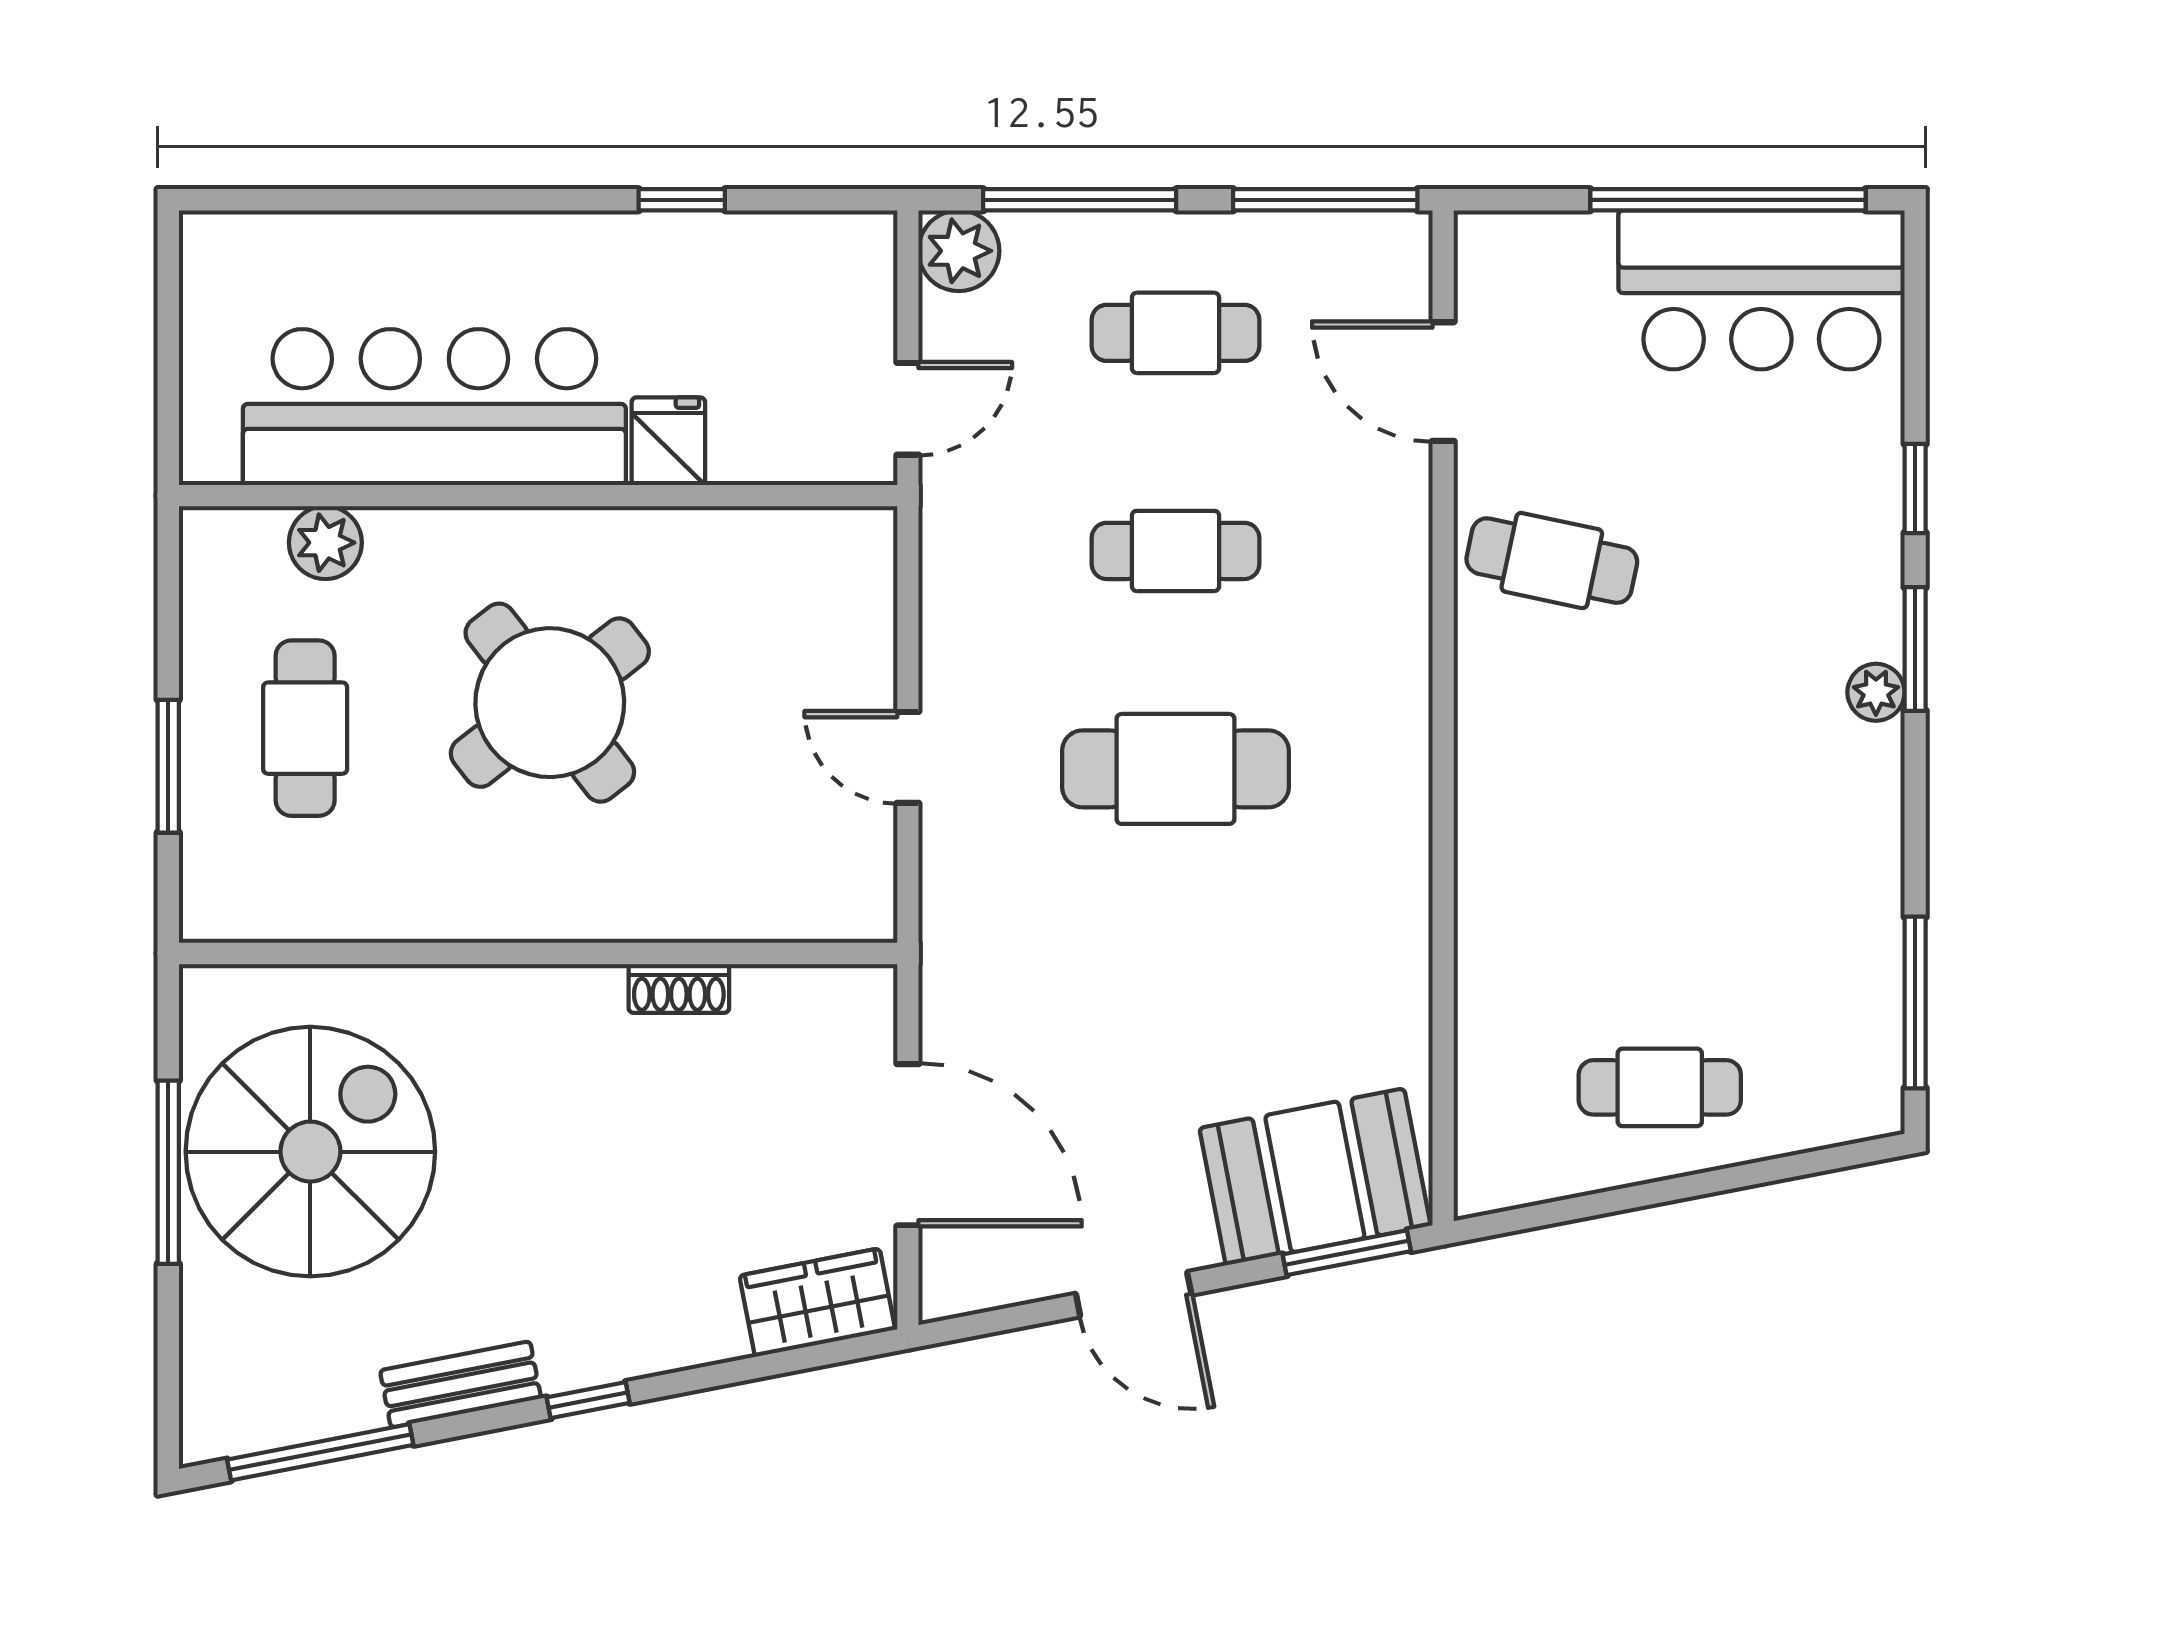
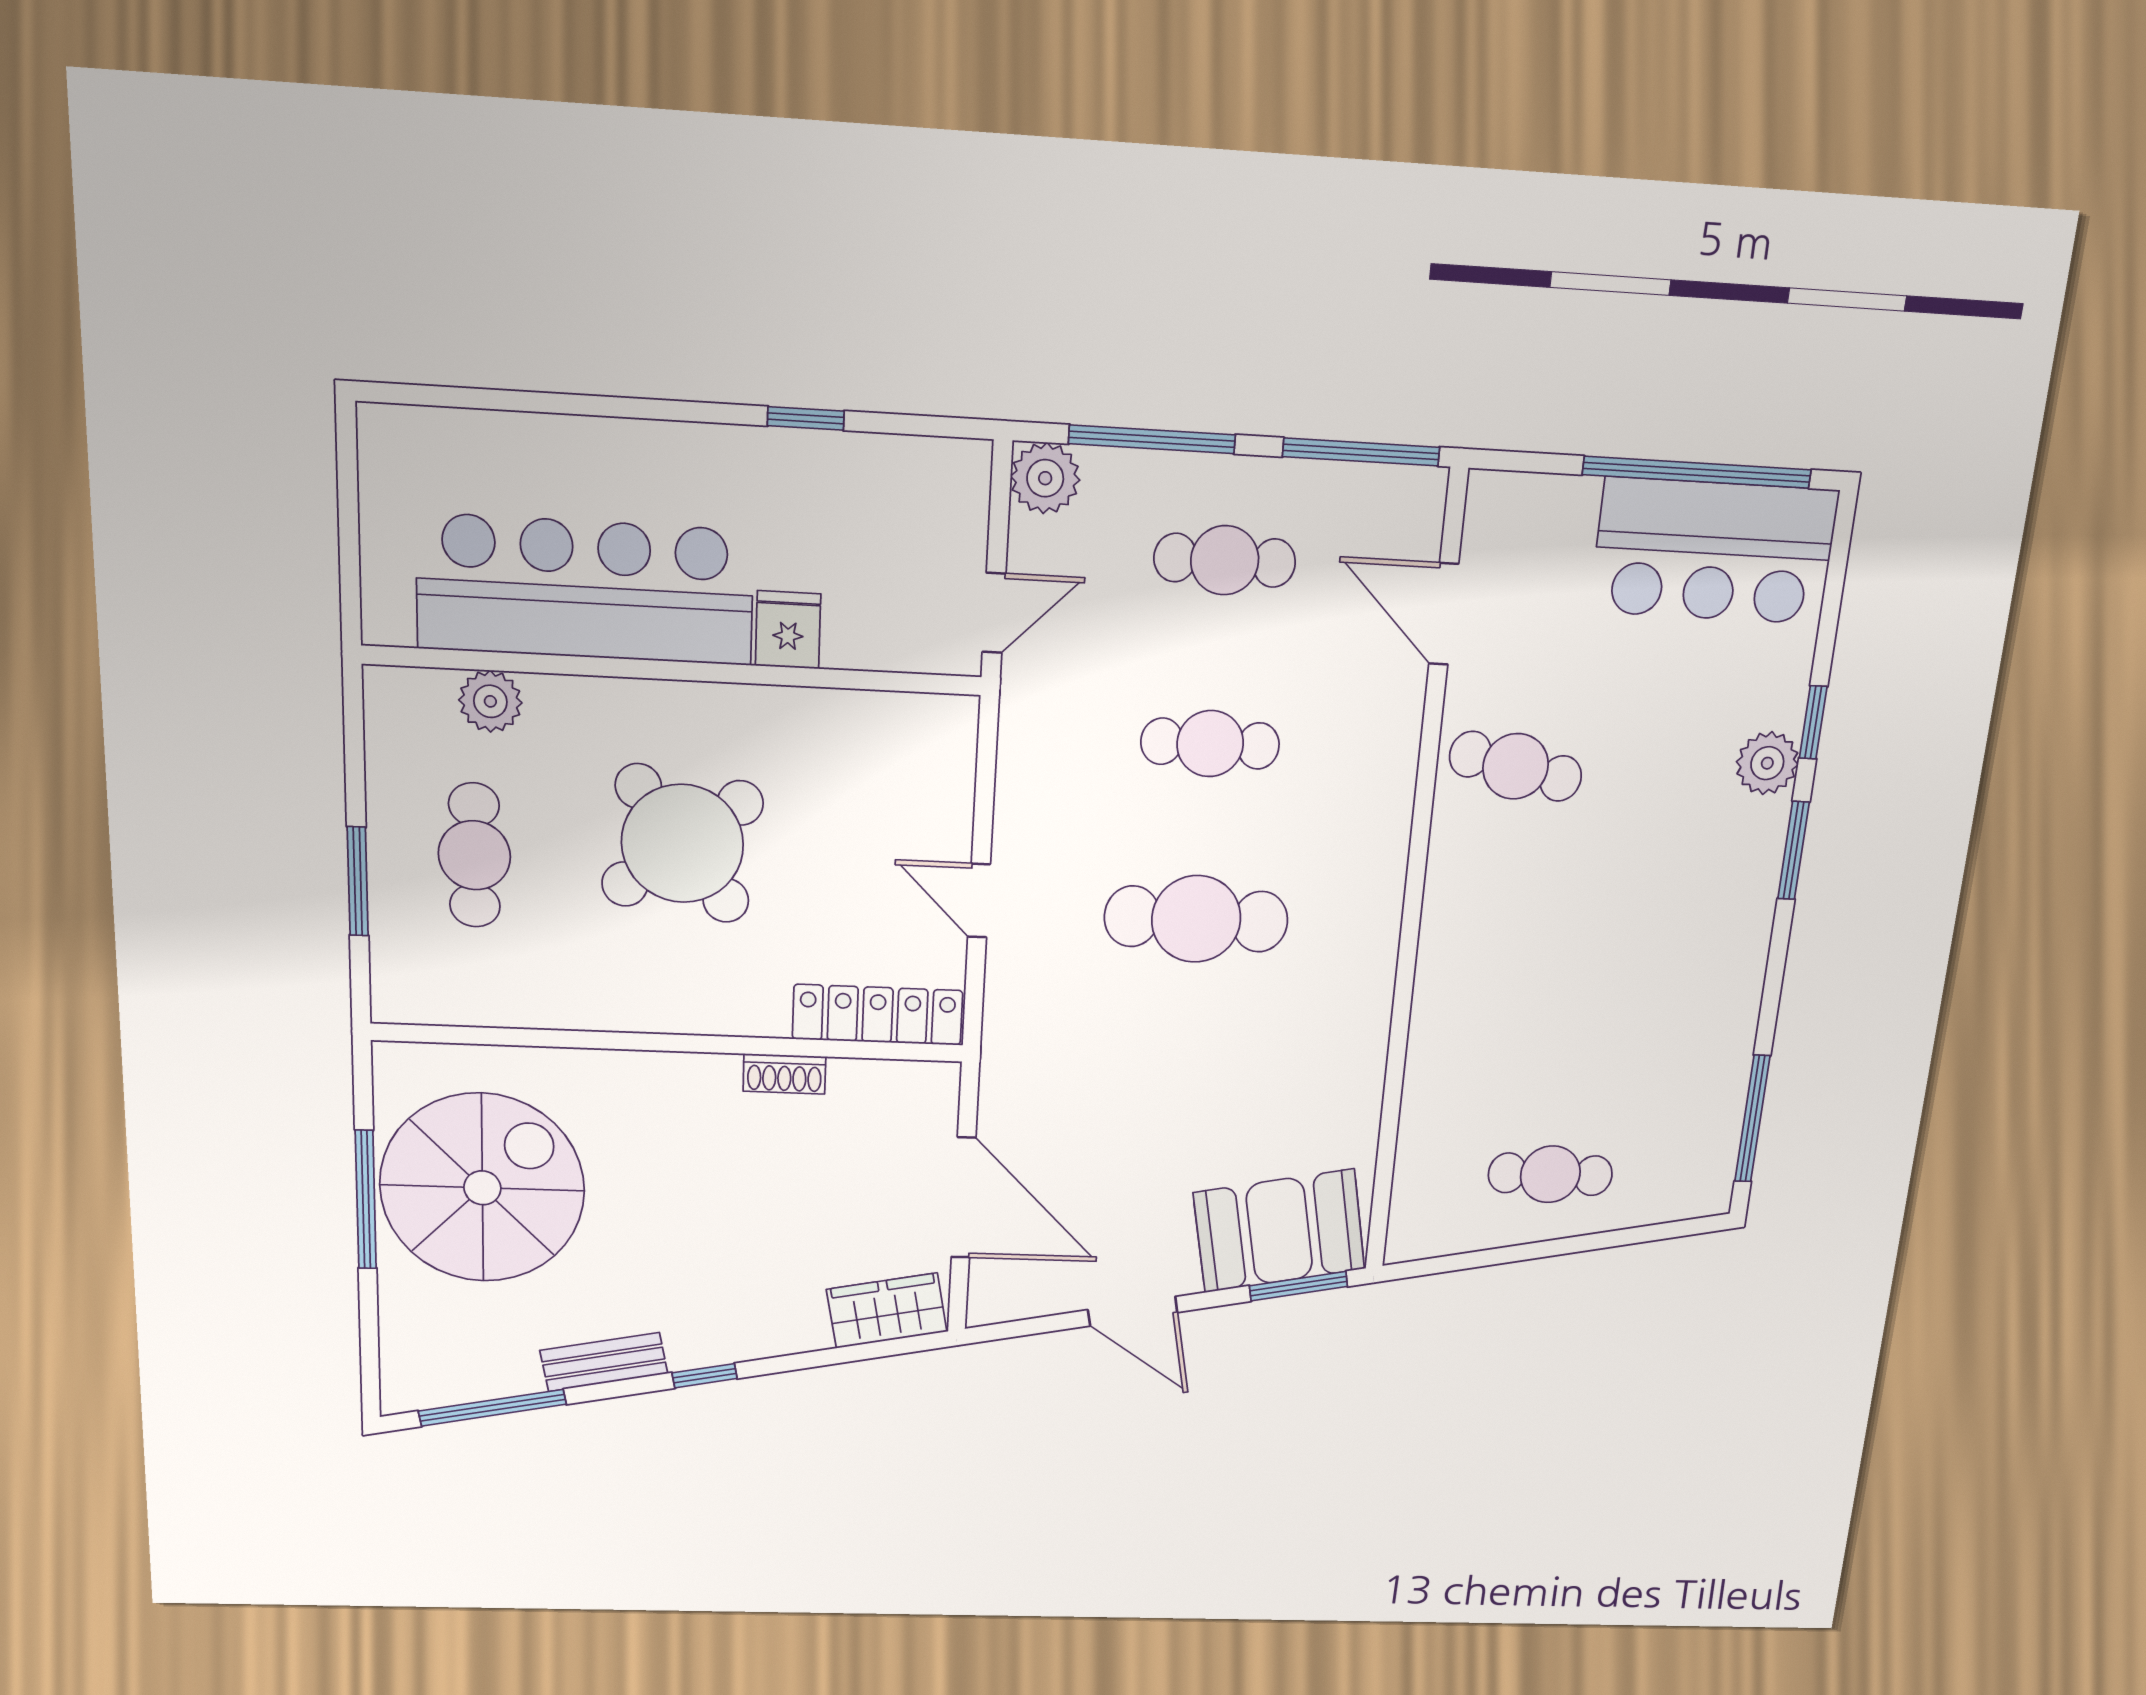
plant: (1876, 692) -> (1767, 763), moved, width x1.38, depth x1.38
locker: (791, 908) -> (878, 1015), added

